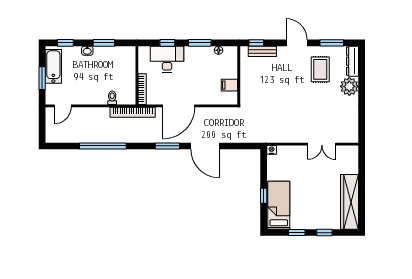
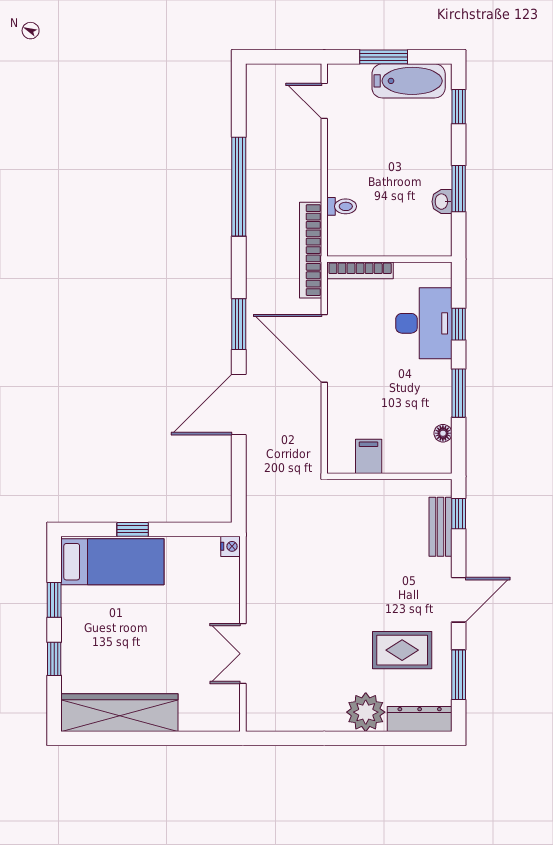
washbasin: (87, 51) -> (442, 202), moved

